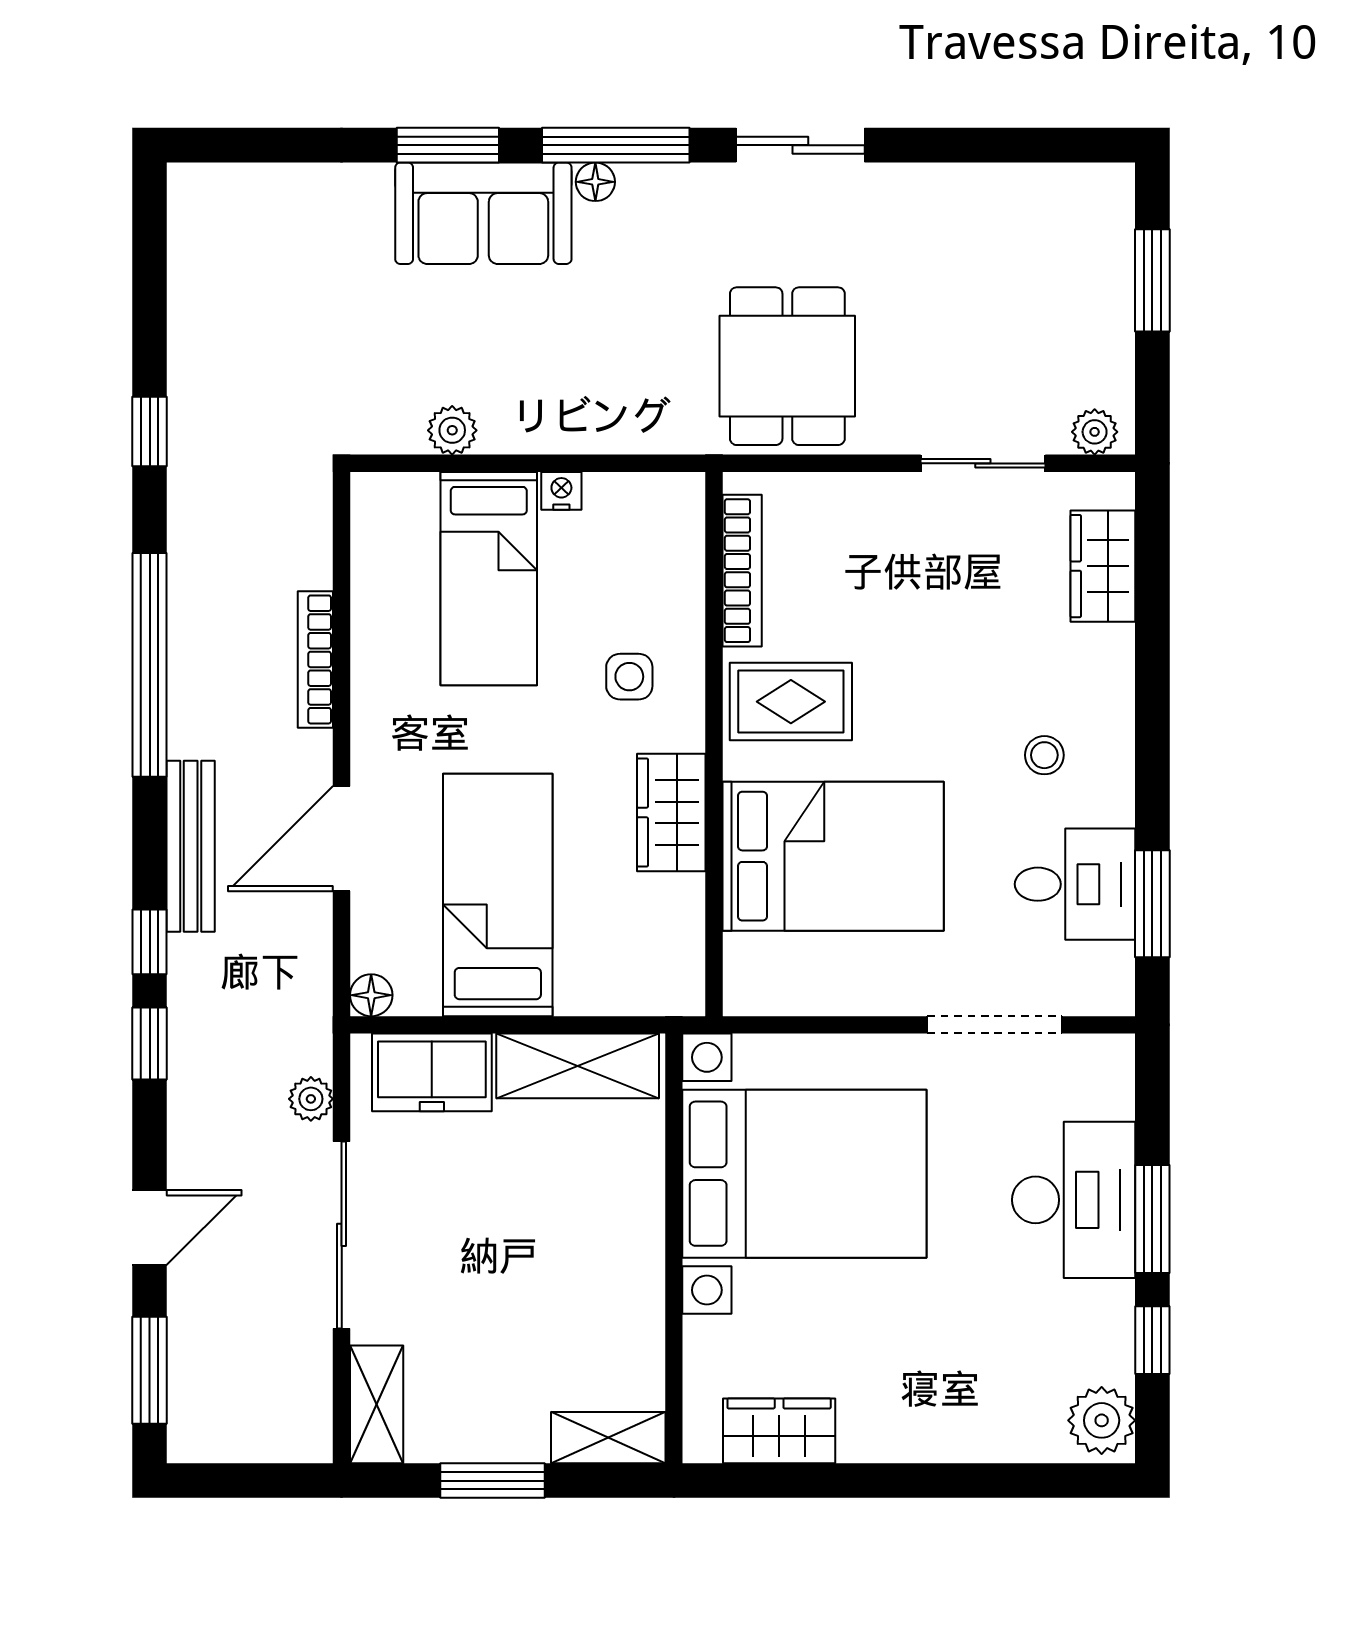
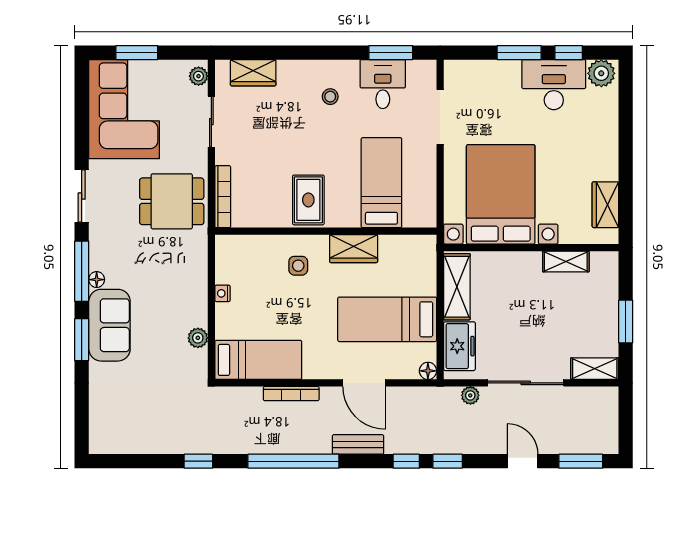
corner sofa: (1014, 249) -> (124, 109), added
bookcase: (742, 571) -> (223, 197), moved, turned 90
bed: (489, 579) -> (258, 360), moved
bench: (191, 846) -> (358, 444), width x0.73
bed: (833, 856) -> (381, 183), width x0.67
desk: (1074, 1200) -> (554, 85), moved
shelving: (608, 1438) -> (566, 261), moved, turned 90

